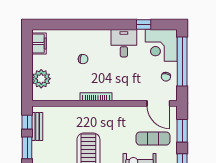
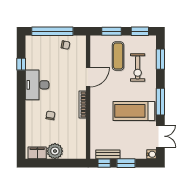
desk: (124, 43) -> (37, 85), width x1.37
corner desk: (161, 45) -> (39, 49), removed
plant: (41, 79) -> (55, 151), moved
door: (158, 103) -> (88, 77), moved

